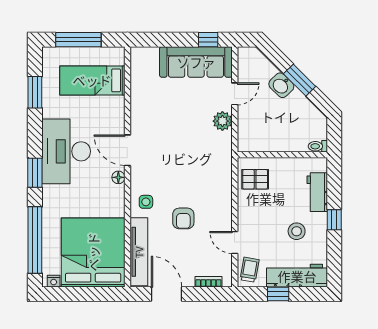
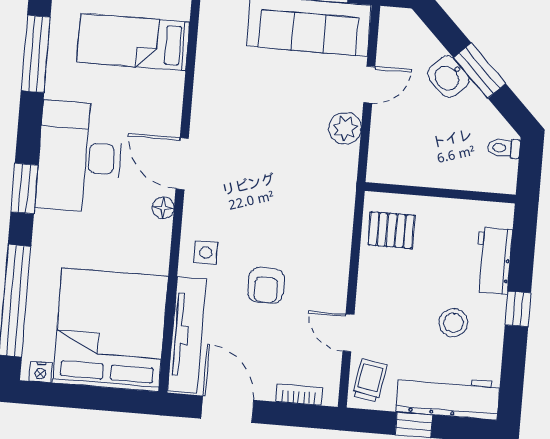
window: (35, 92) -> (36, 54), width x1.44
toilet: (318, 146) -> (504, 148), moved

